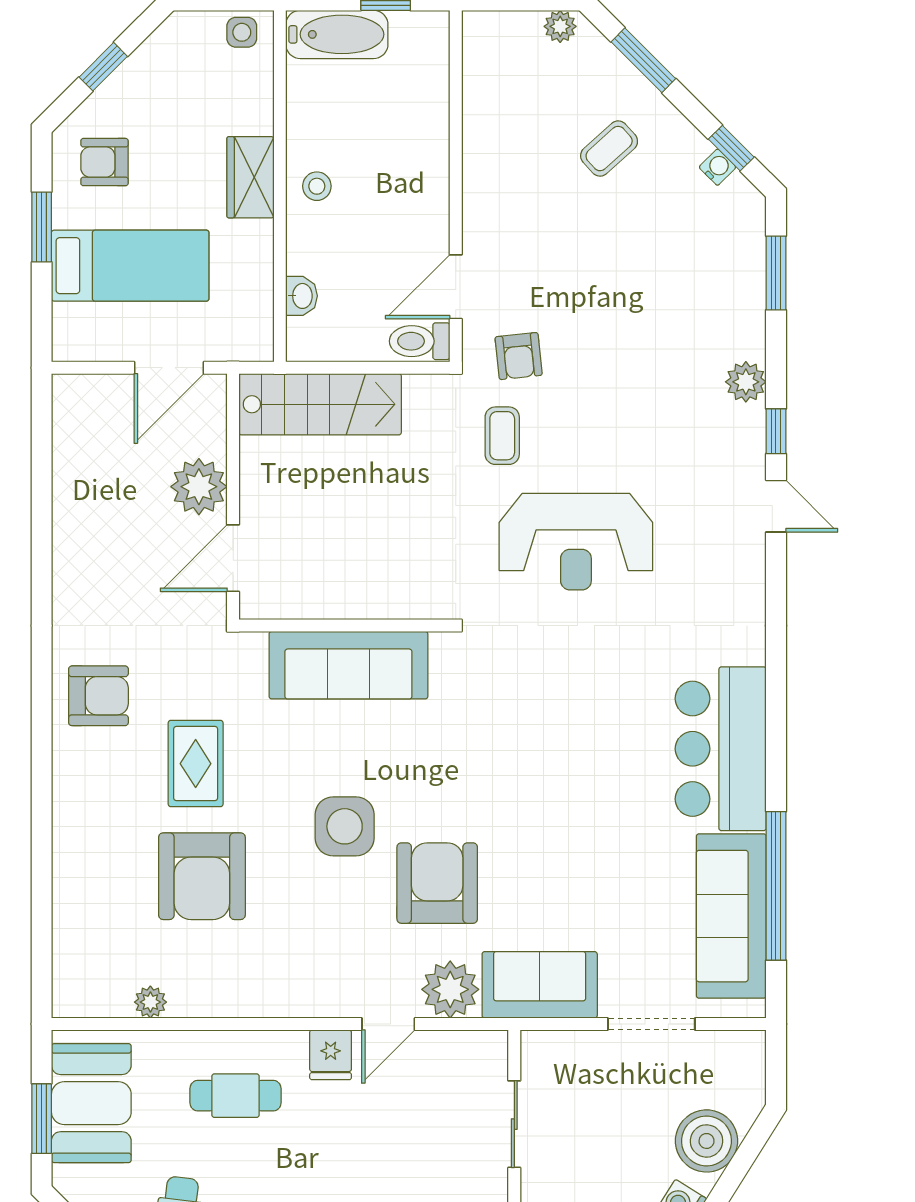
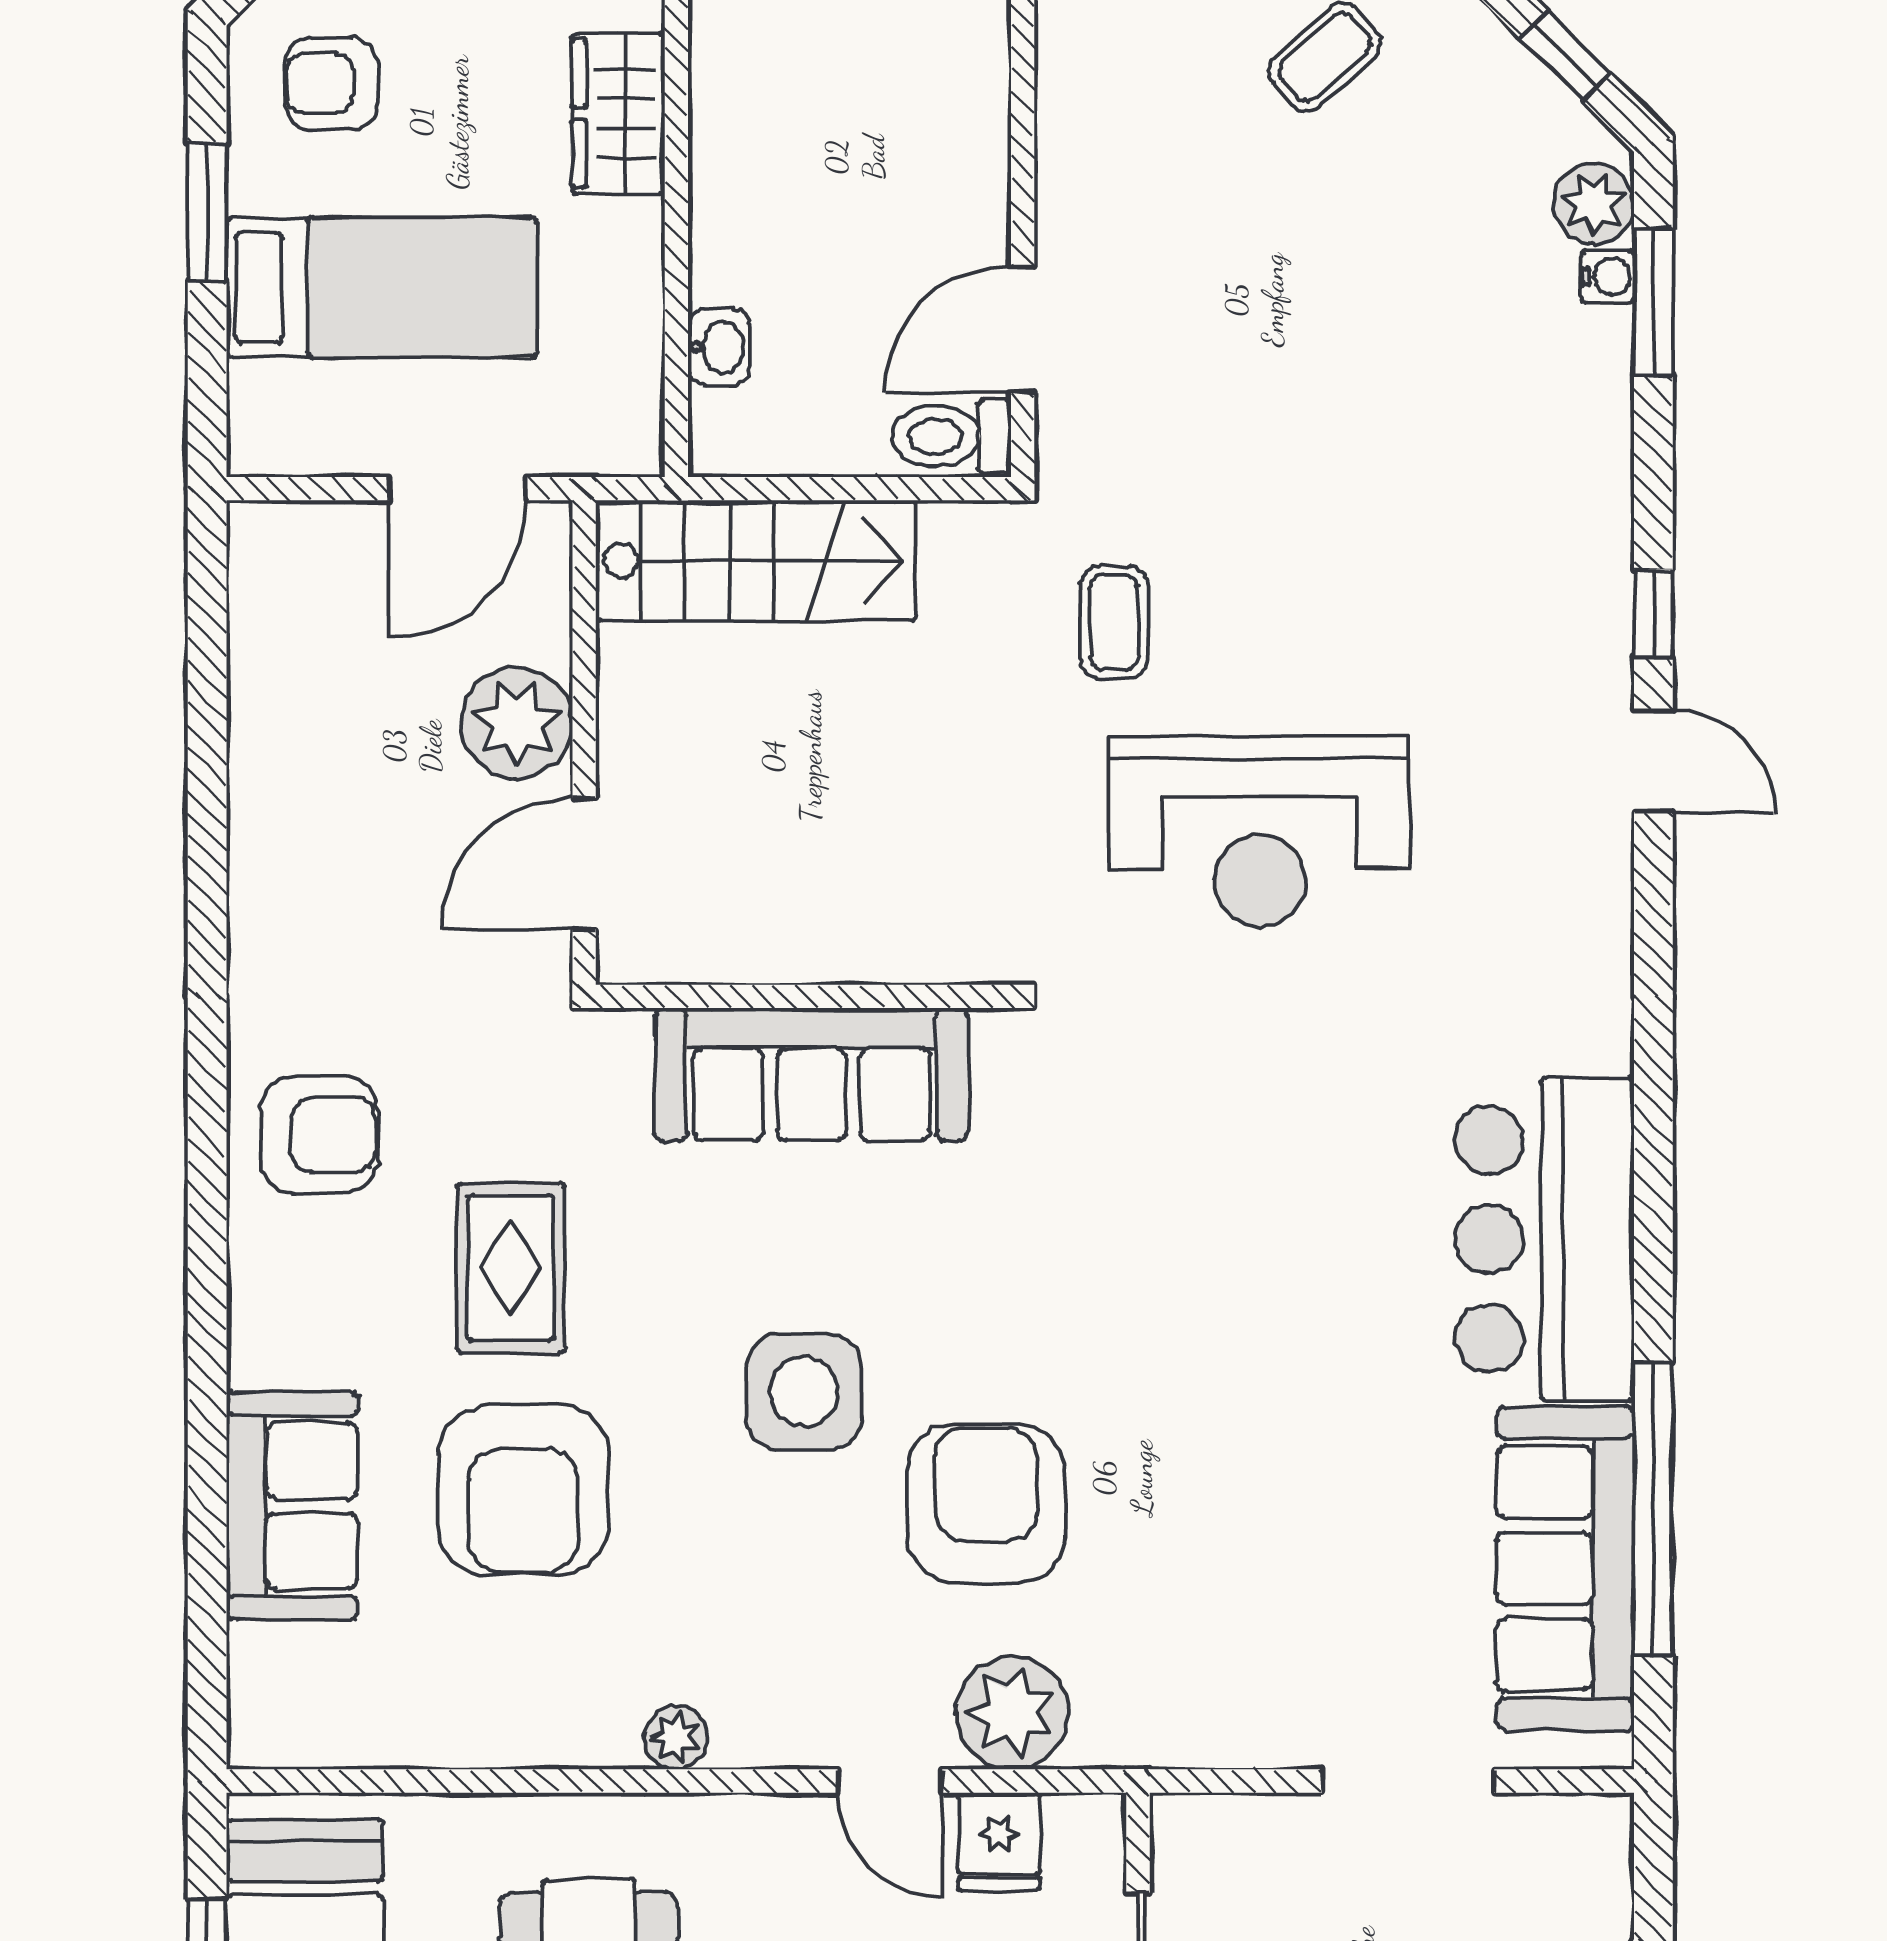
water cooler: (717, 167) -> (1608, 277), moved, turned 45
stool: (317, 186) -> (749, 131), removed
armchair: (519, 356) -> (1146, 466), removed
plant: (746, 382) -> (1594, 204), moved
sofa: (540, 985) -> (292, 1506), moved, turned 90
plant: (150, 1002) -> (676, 1738), moved
door: (388, 1024) -> (890, 1781), hinge flipped
fridge: (331, 1055) -> (999, 1842), moved

